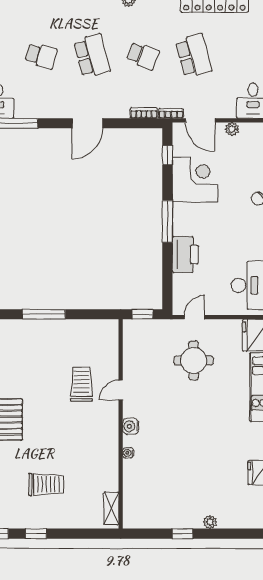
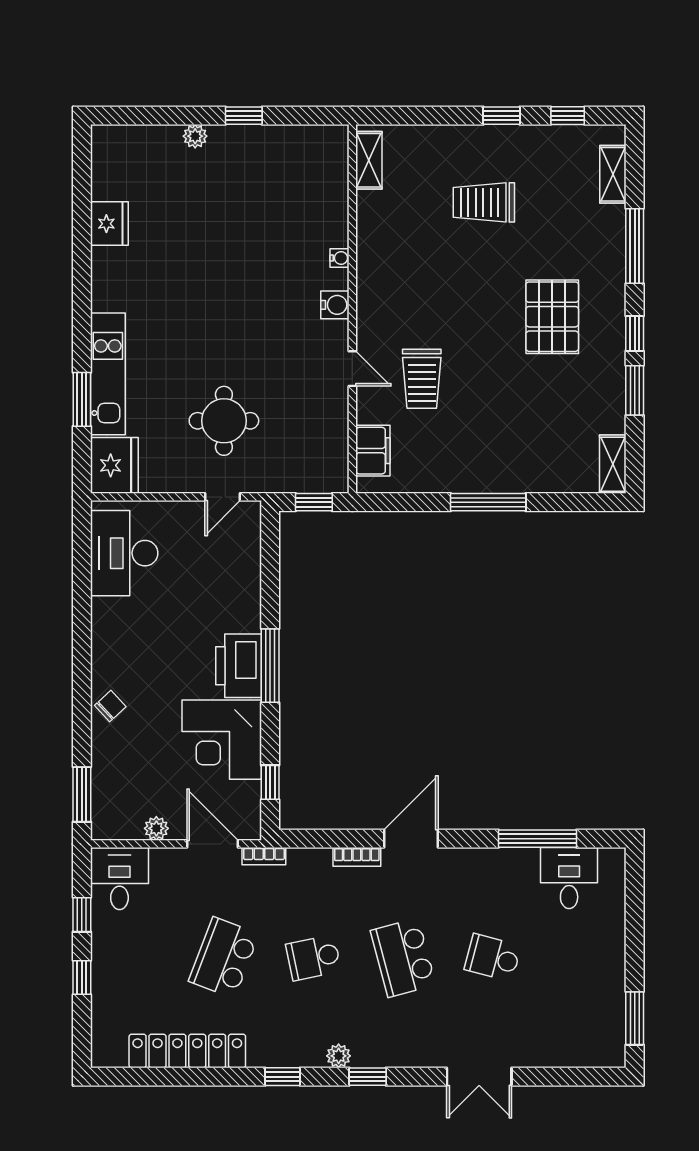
school desk: (143, 56) -> (313, 958), turned -33
school desk: (194, 56) -> (224, 958), turned 36
bookcase: (144, 113) -> (357, 857), moved
printer: (185, 255) -> (239, 666), moved
filing cabinet: (109, 344) -> (373, 451), added
door: (121, 390) -> (352, 369), hinge flipped

